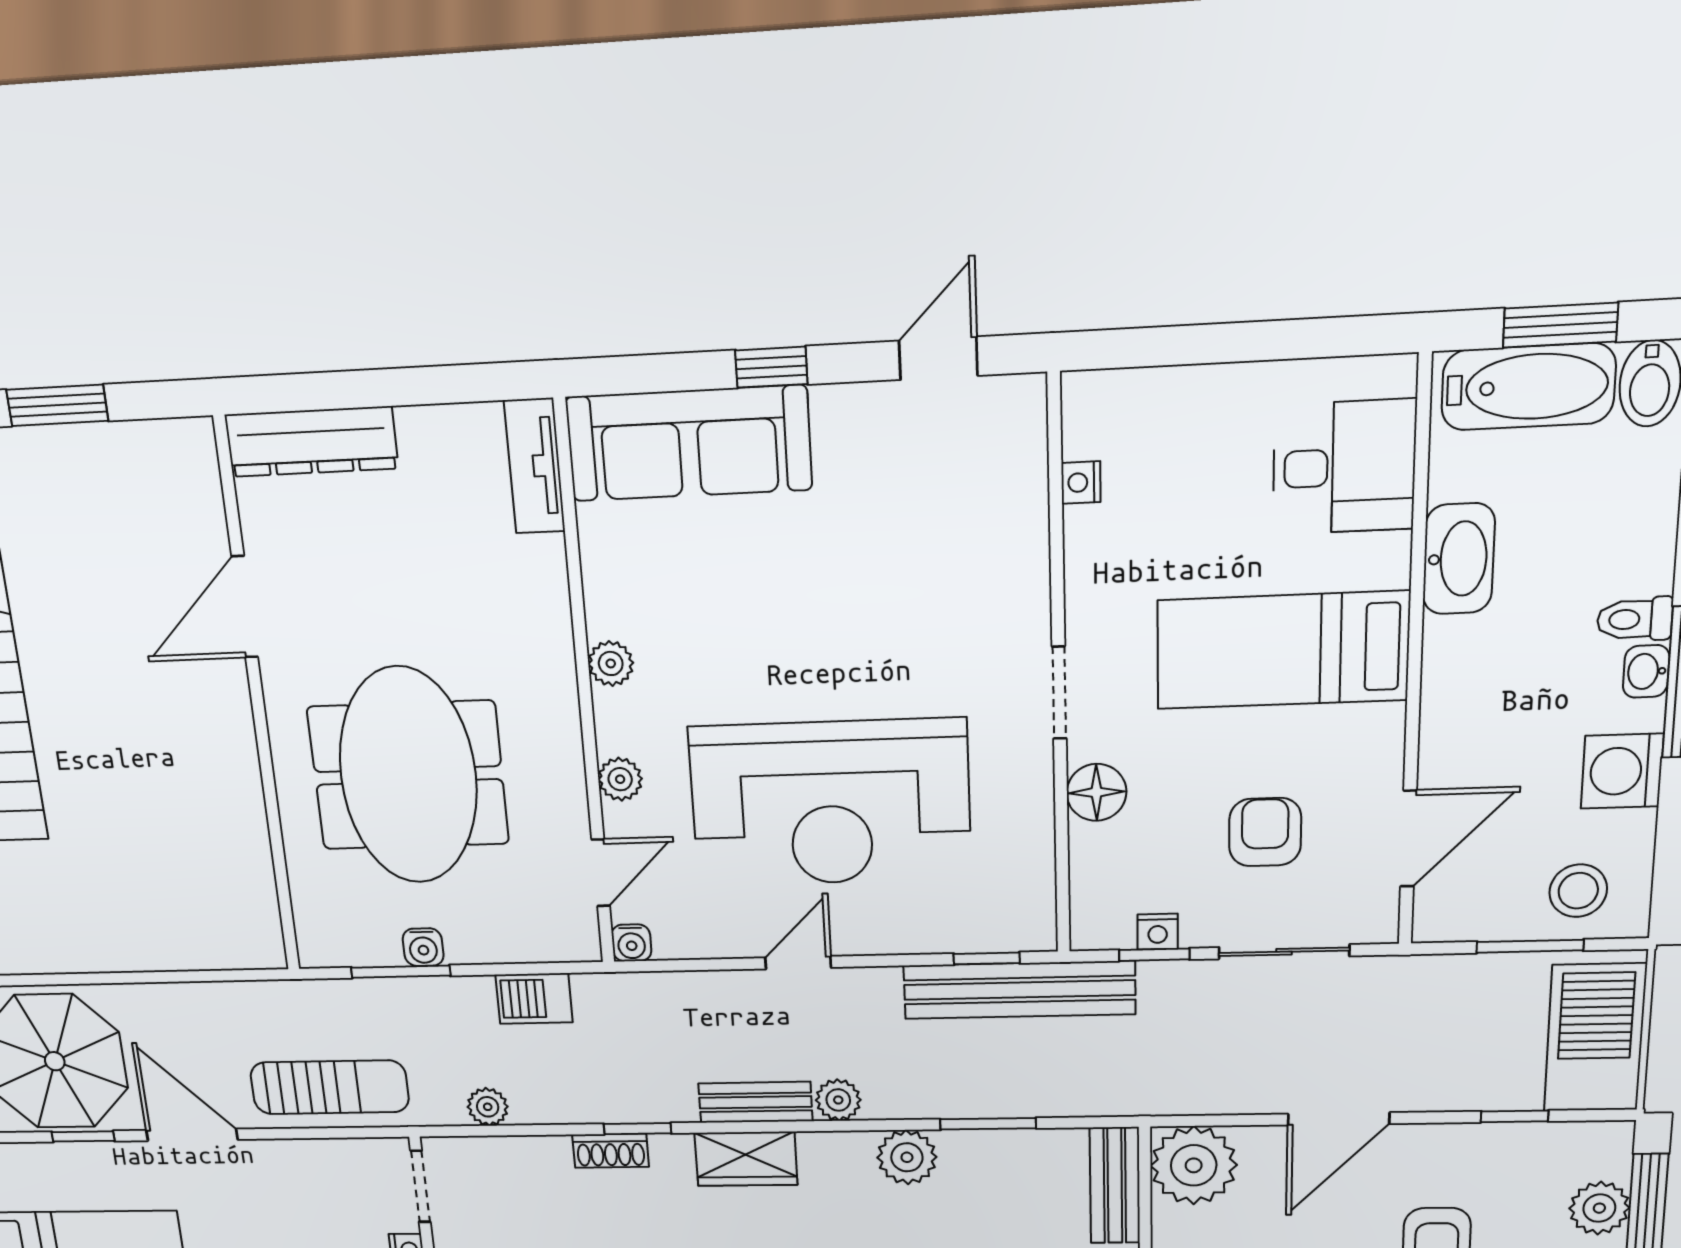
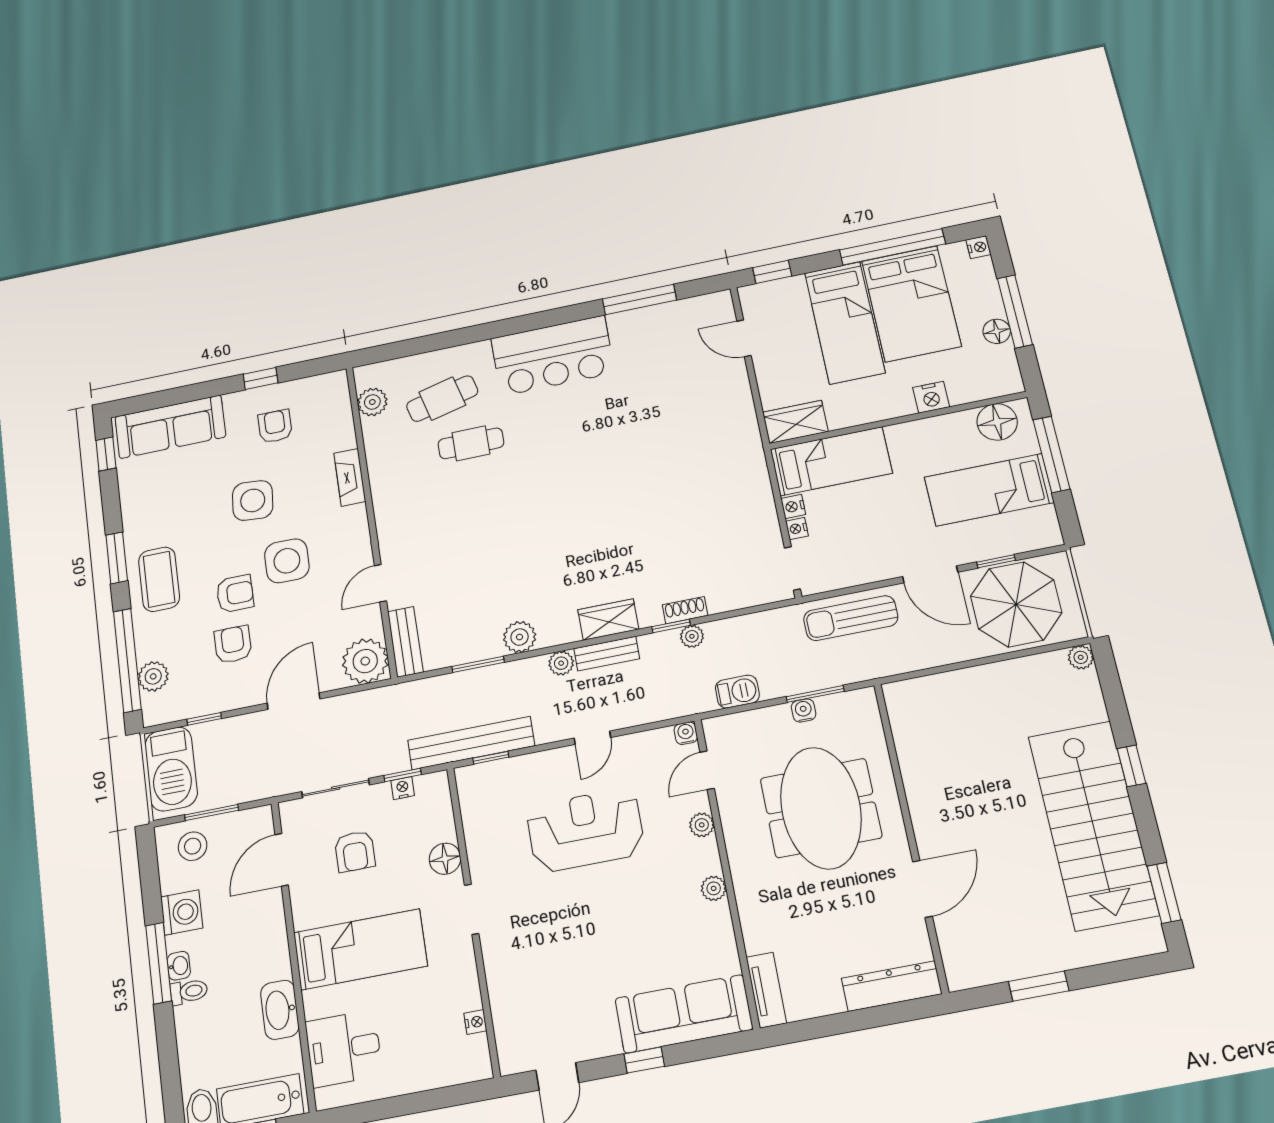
reception desk: (830, 803) -> (585, 830), width x0.74, depth x0.77
plant: (488, 1107) -> (692, 636), moved

